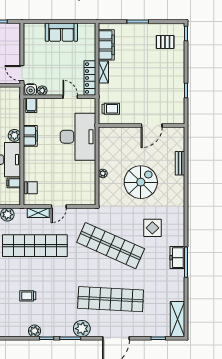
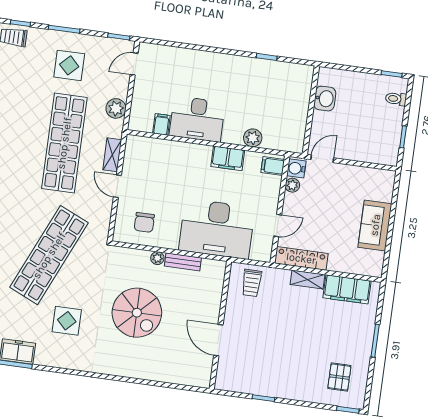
plant: (14, 135) -> (253, 138), moved
bench: (180, 163) -> (183, 262), moved
chair: (31, 188) -> (144, 222), moved

